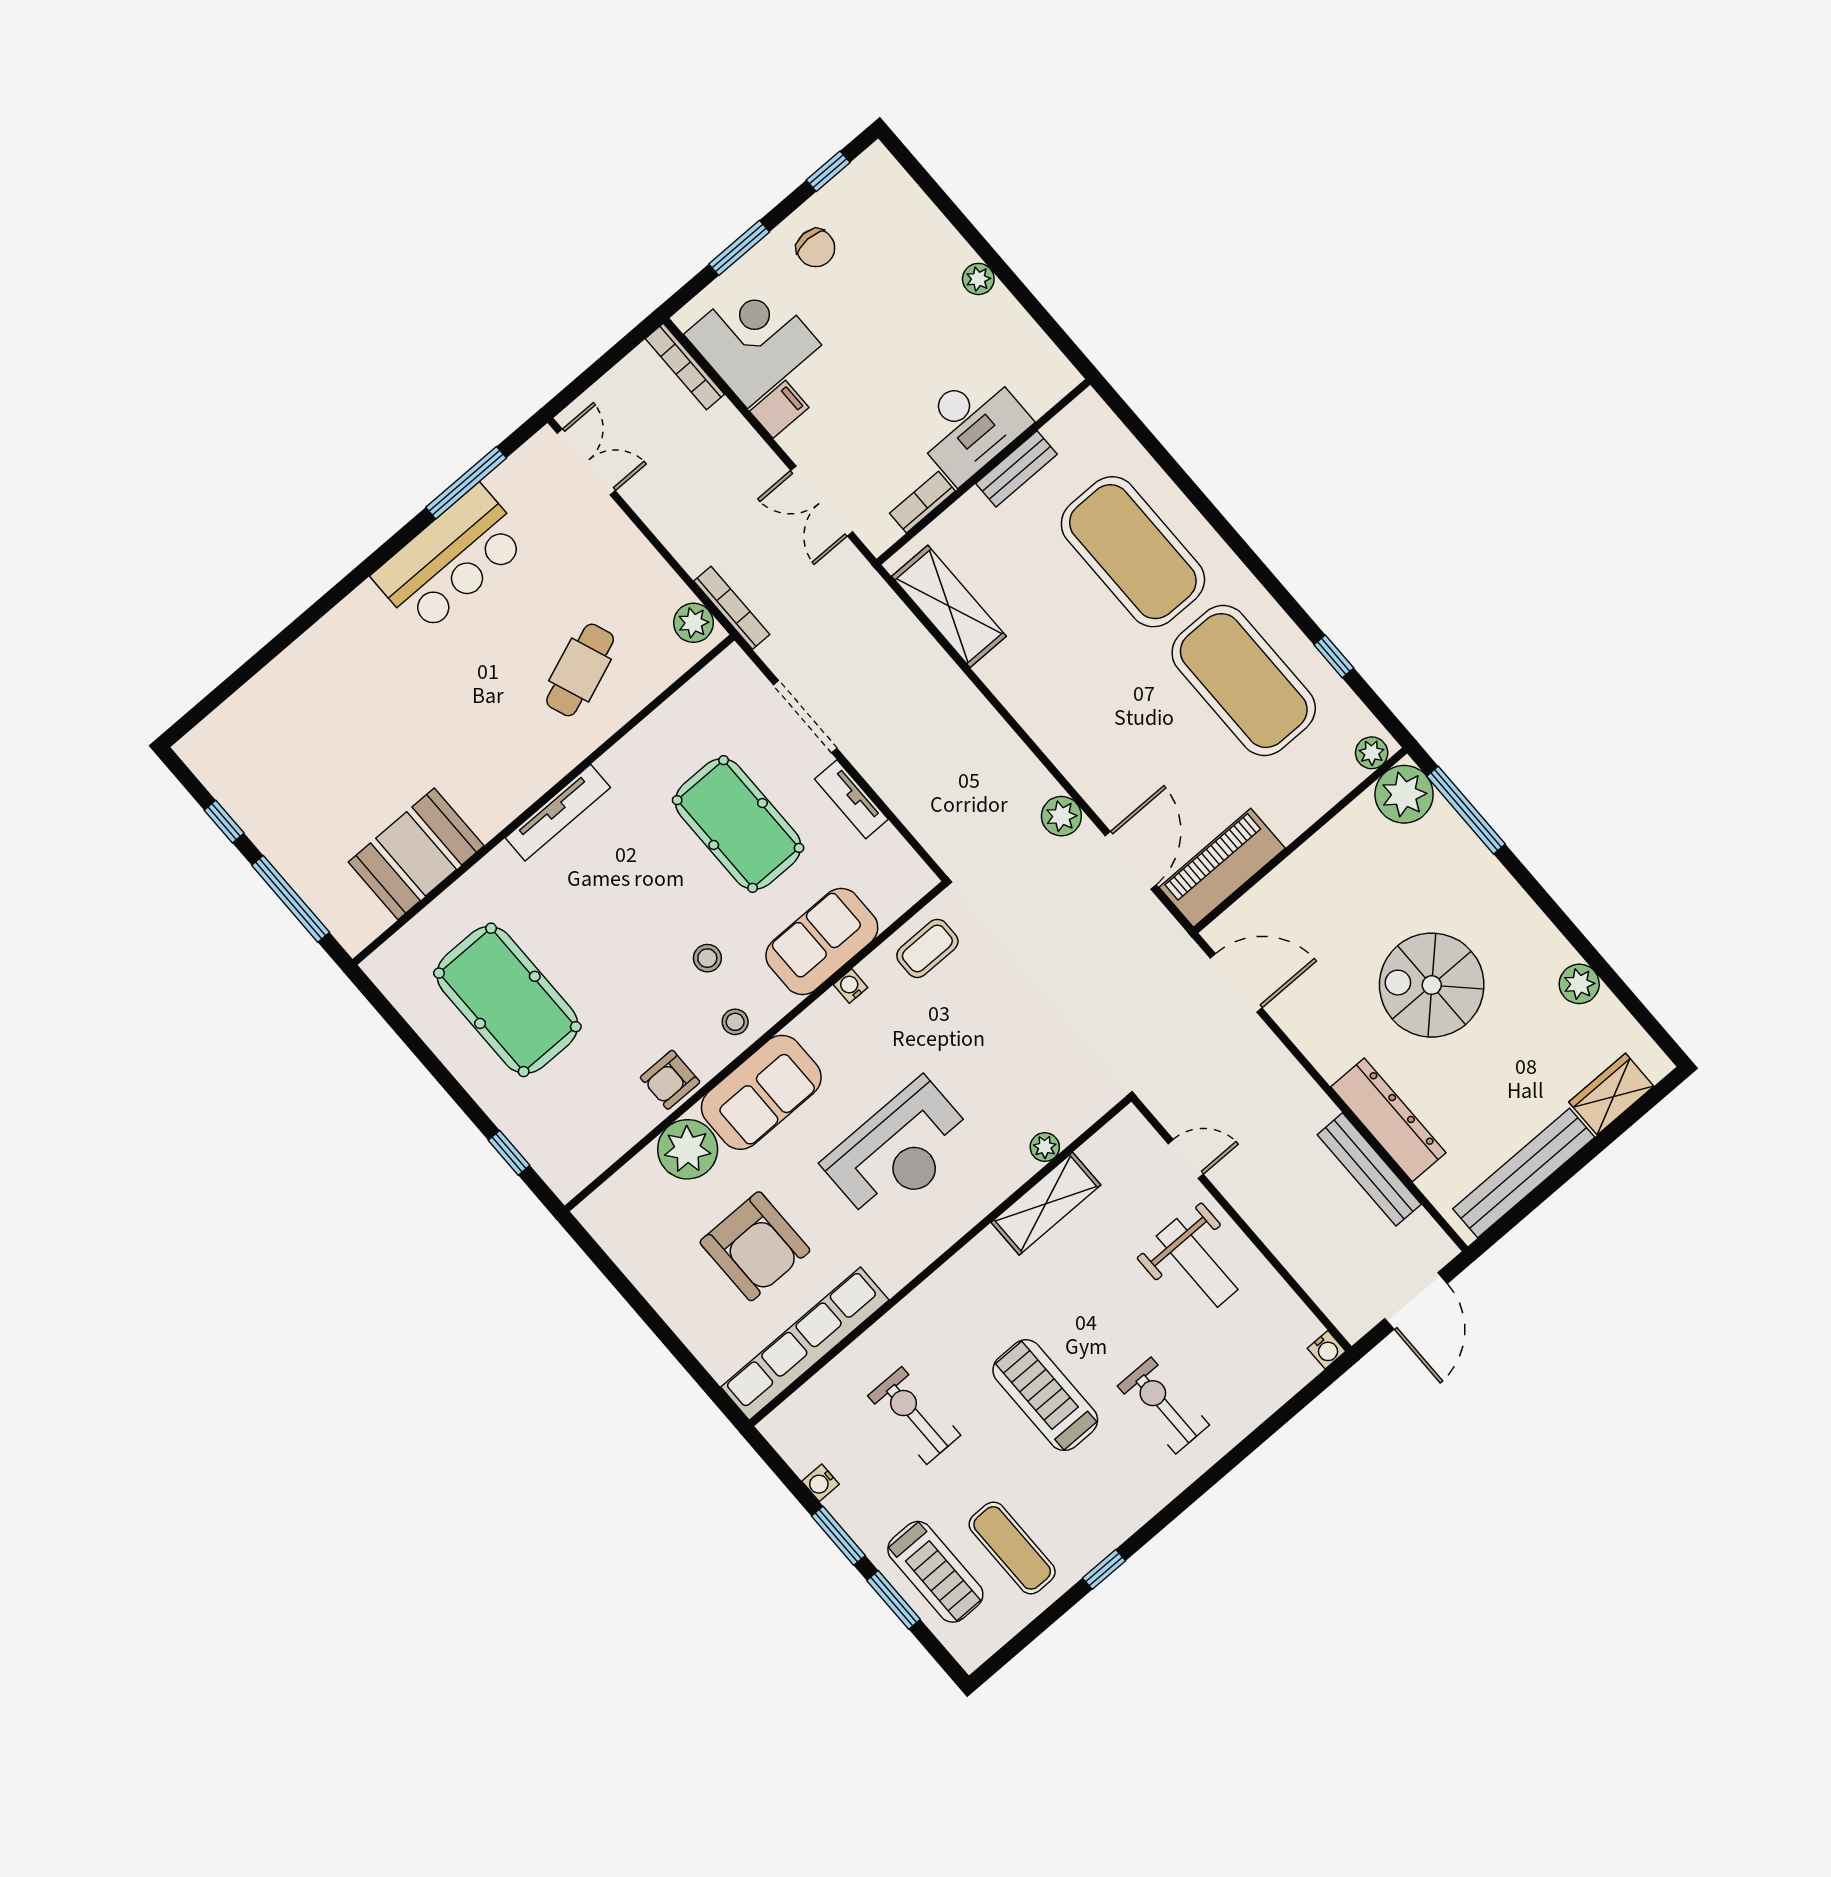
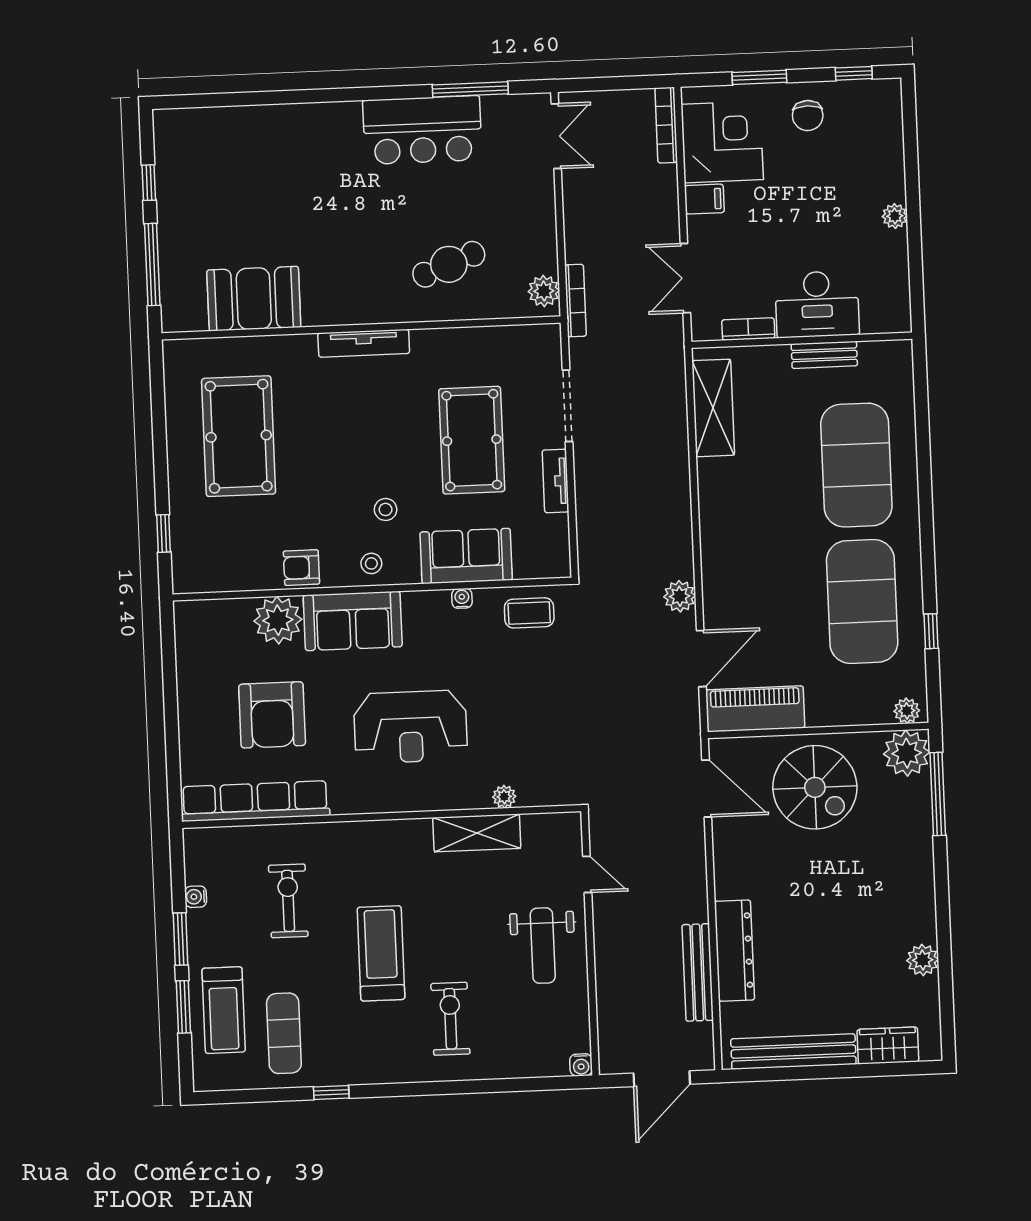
spiral stairs: (1432, 985) -> (815, 787), moved, turned 180

